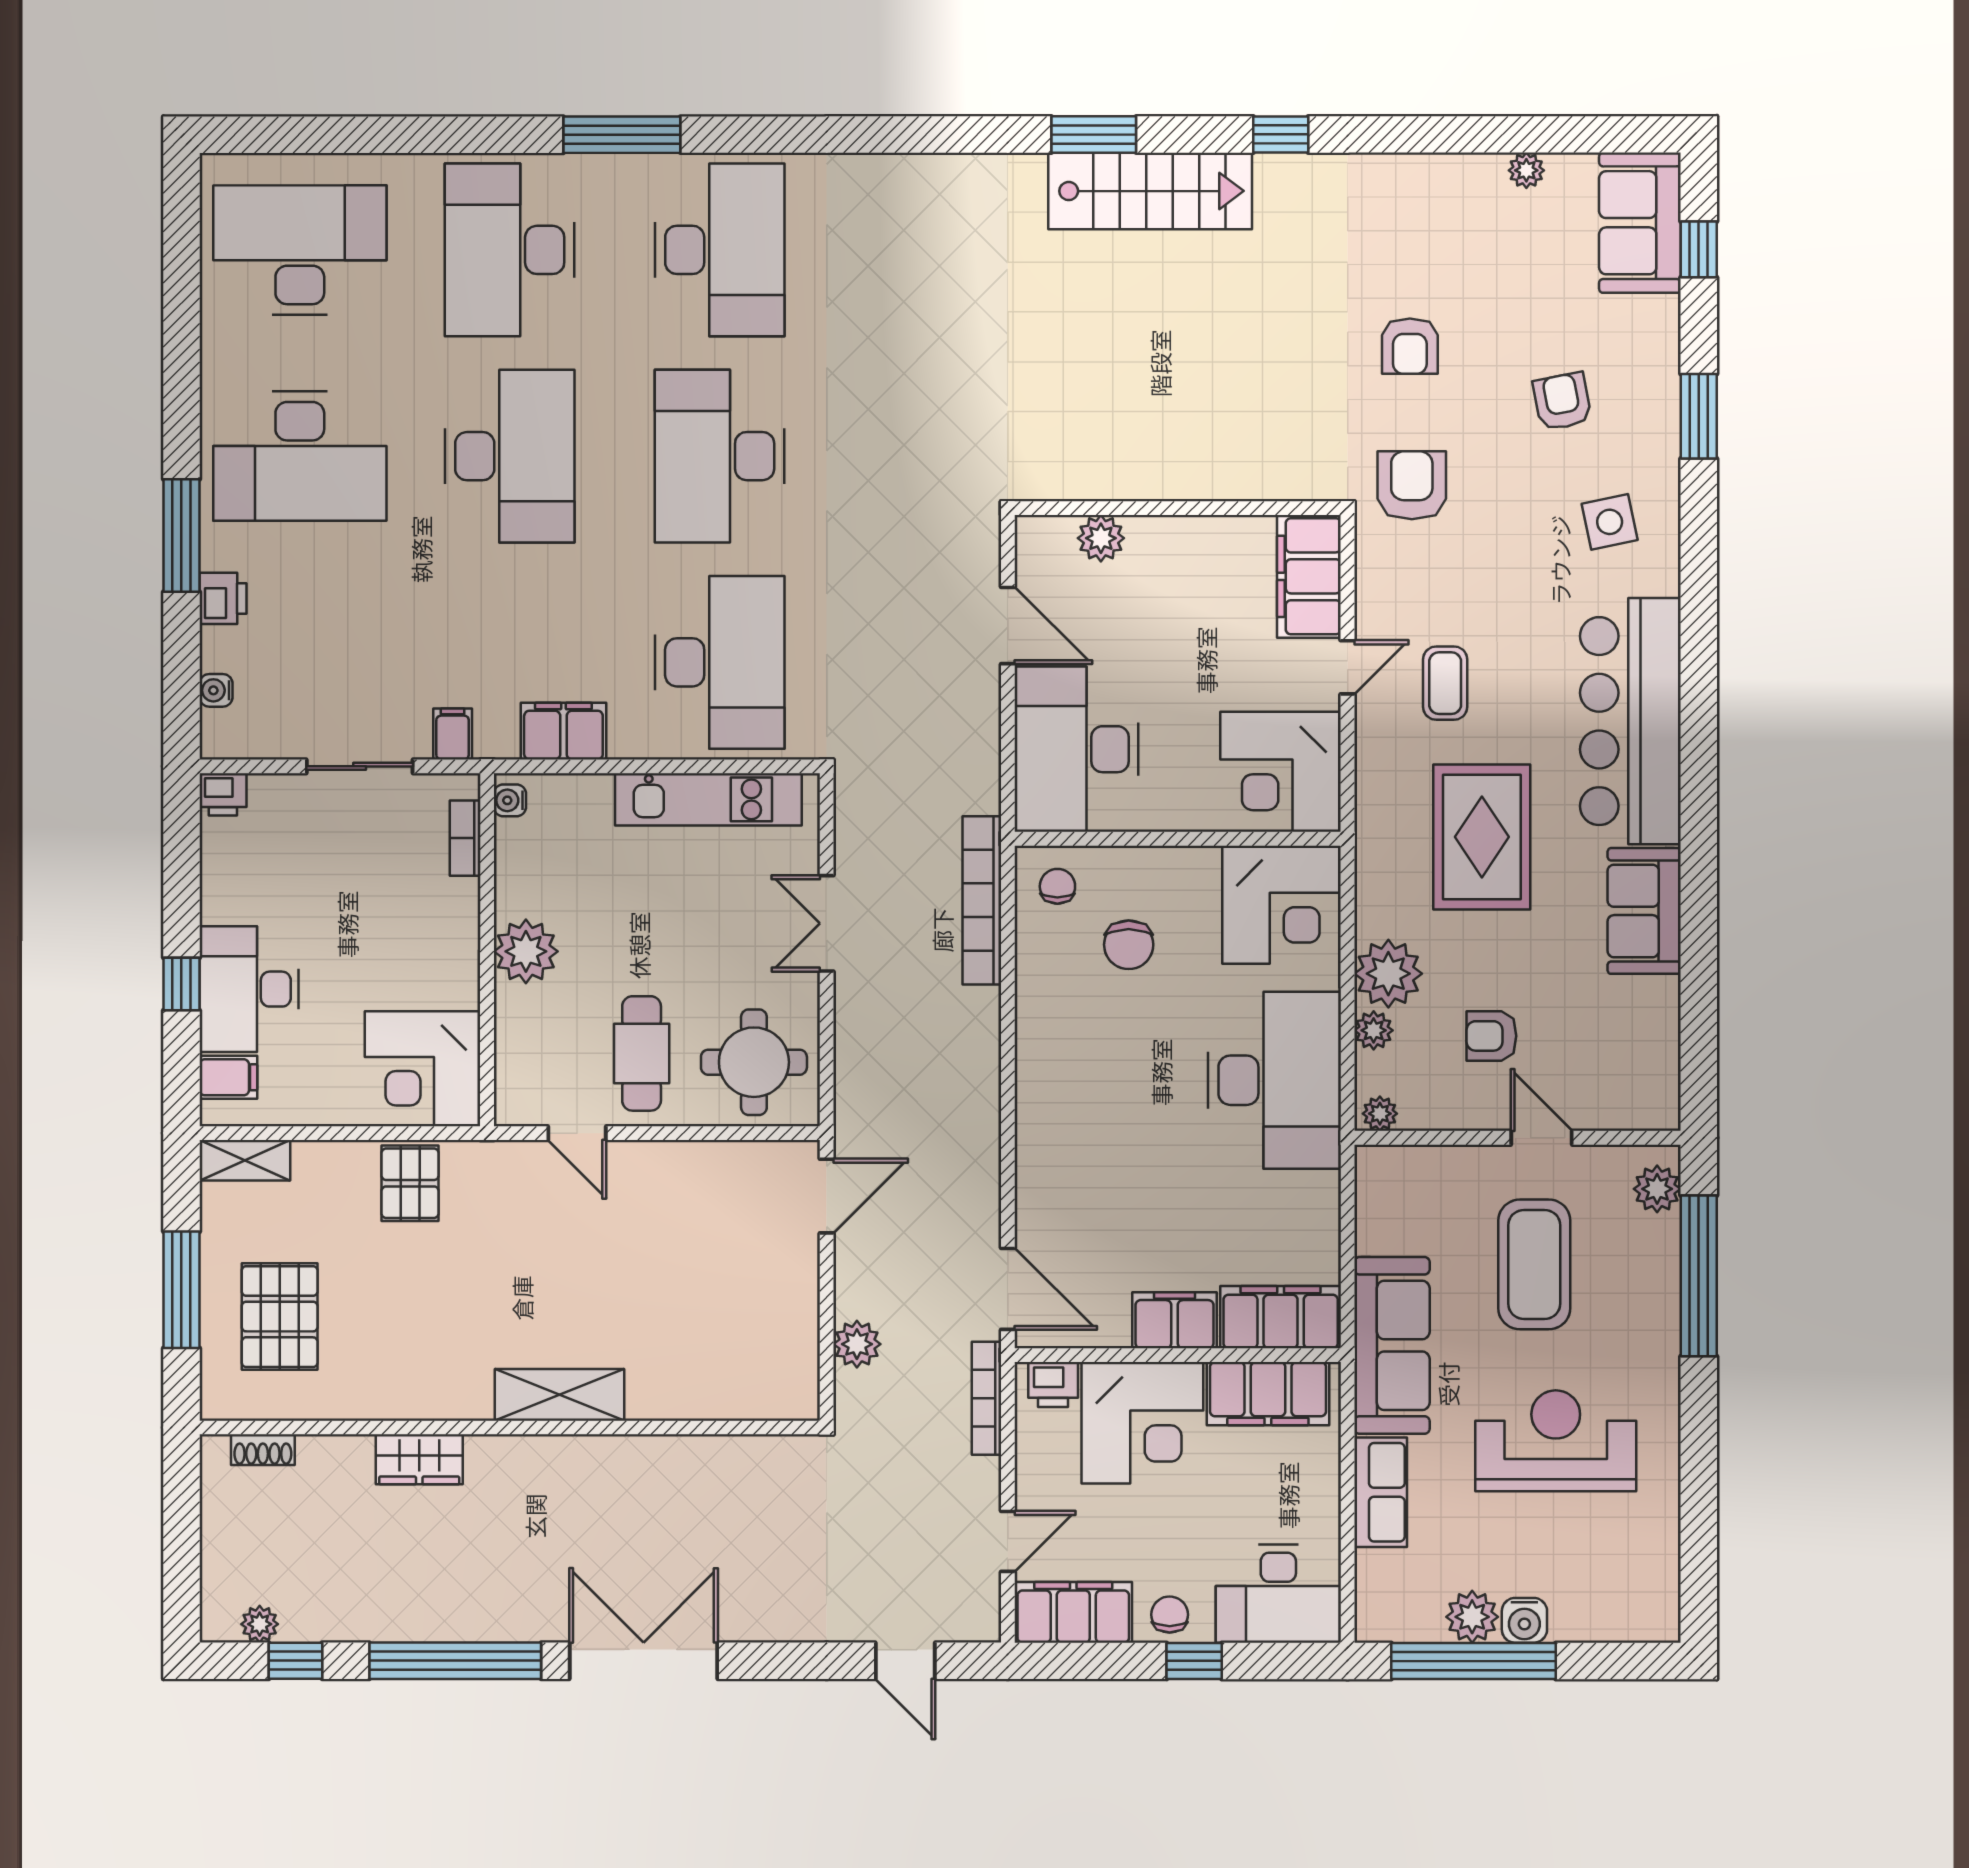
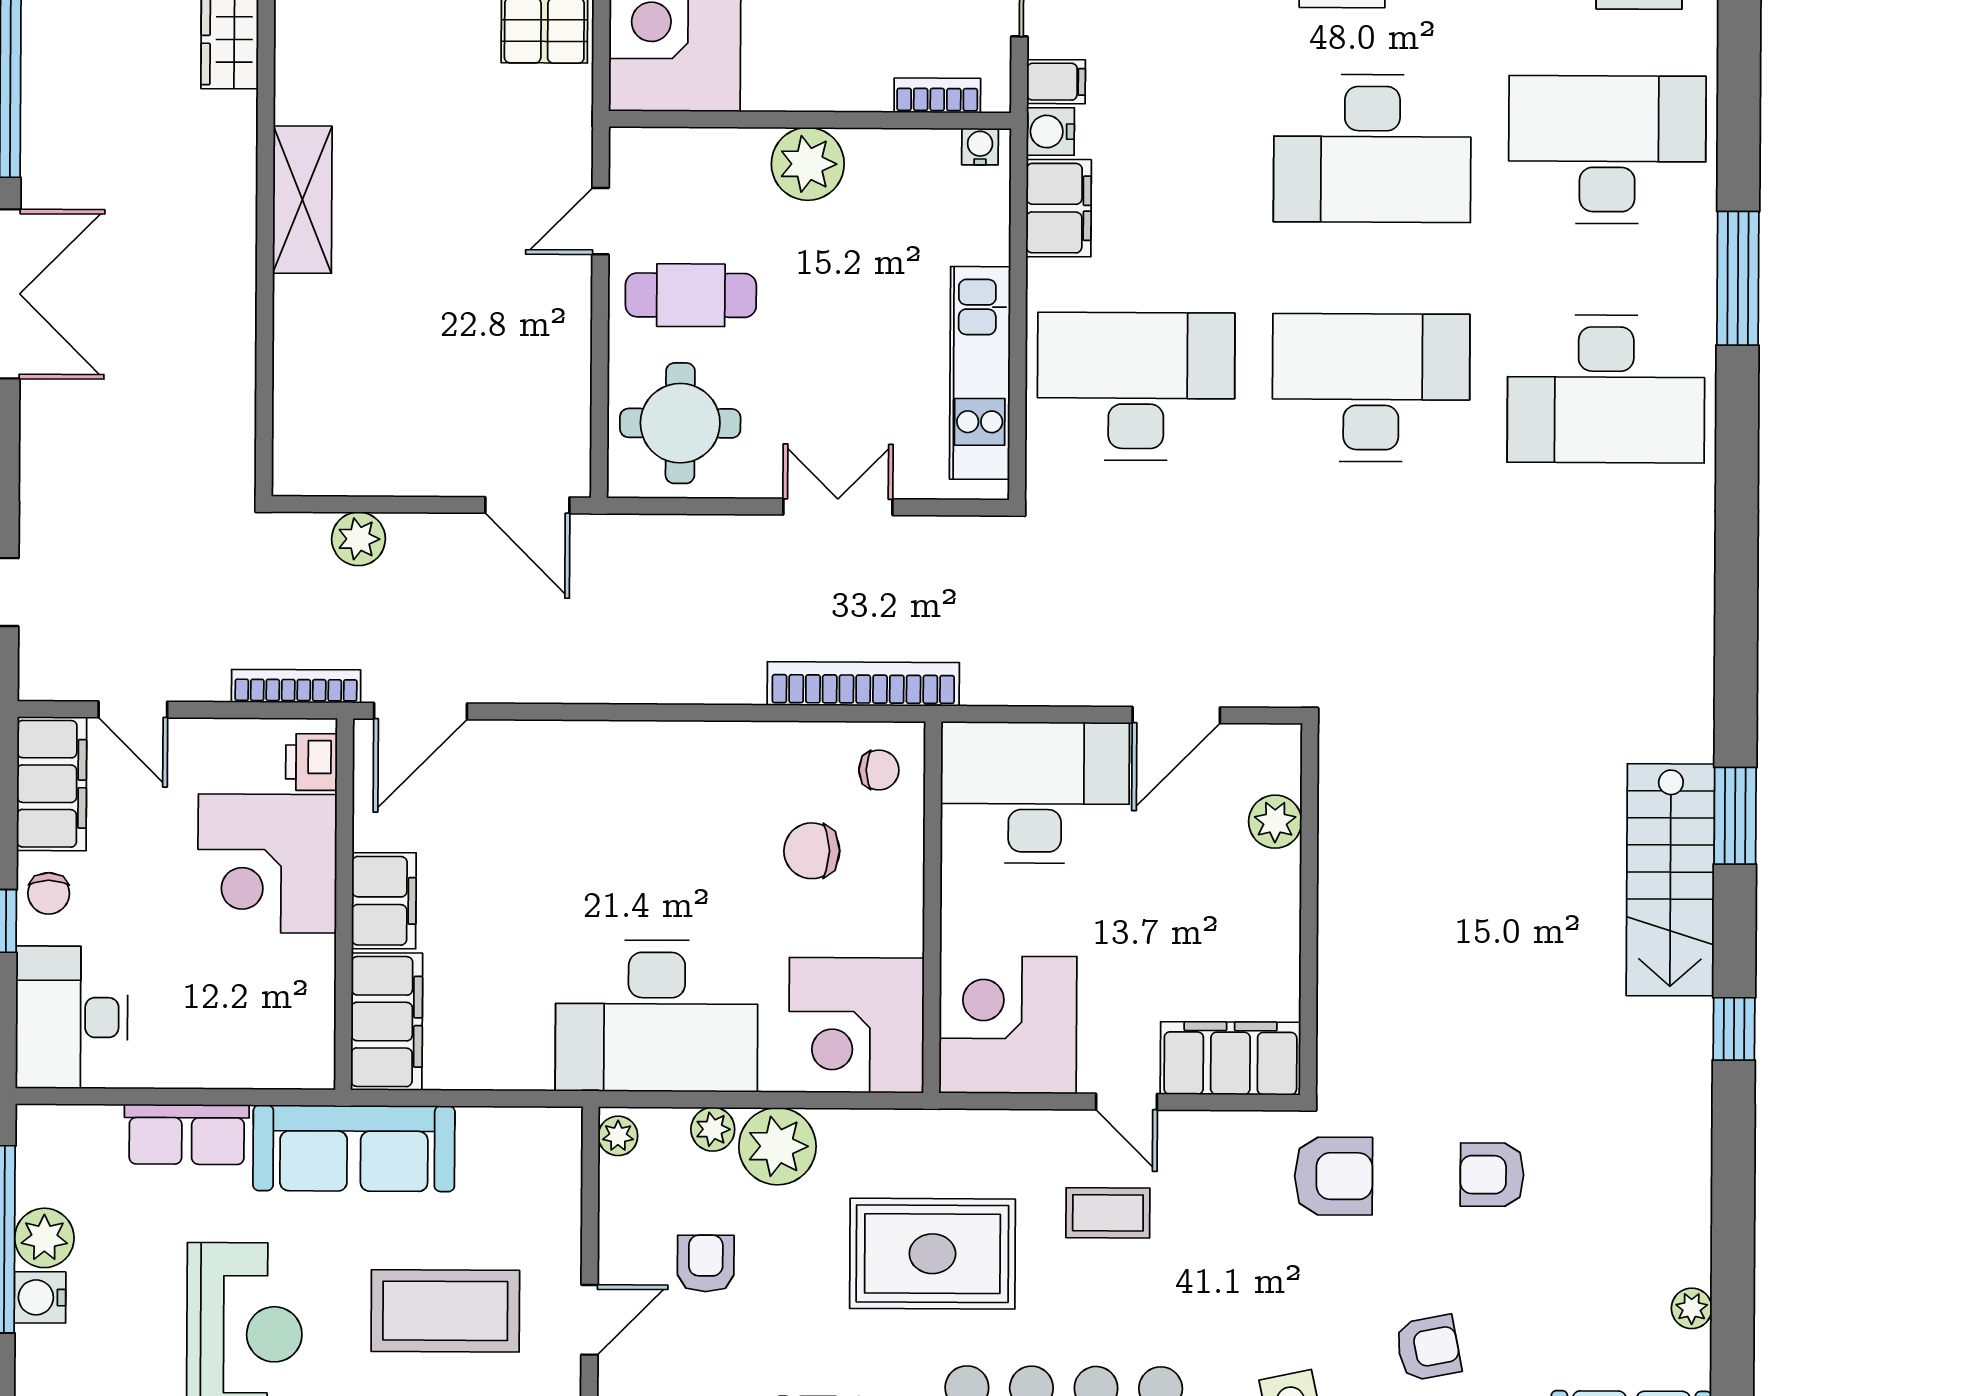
desk: (720, 662) -> (1136, 386), turned 180
water cooler: (496, 739) -> (1050, 132), added
filing cabinet: (1268, 1394) -> (300, 1007), removed
chair: (1170, 1615) -> (49, 893), turned 90

